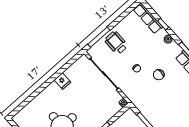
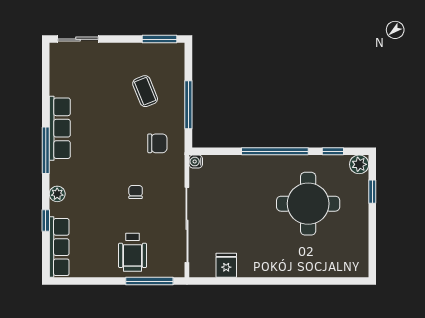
chair: (159, 75) -> (157, 143), moved
fridge: (62, 81) -> (226, 265), moved
coffee table: (170, 113) -> (145, 91), added

